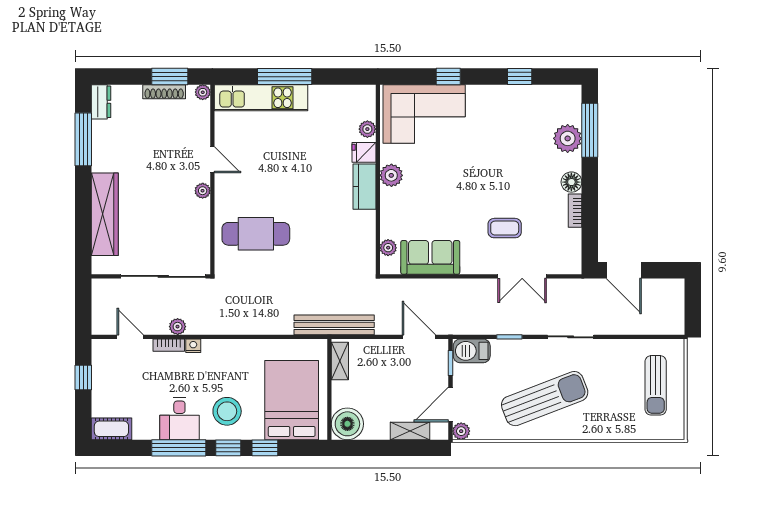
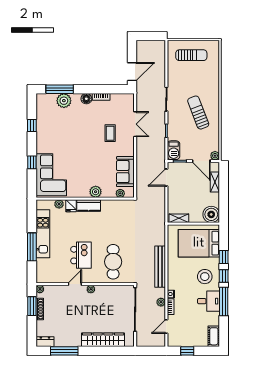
kitchen unit: (261, 98) -> (43, 234), moved
kitchen island: (269, 172) -> (81, 255), added
plant: (391, 175) -> (96, 192), moved
bench: (334, 325) -> (160, 267), moved
sun lounger: (545, 399) -> (198, 113), width x0.73, depth x0.75

